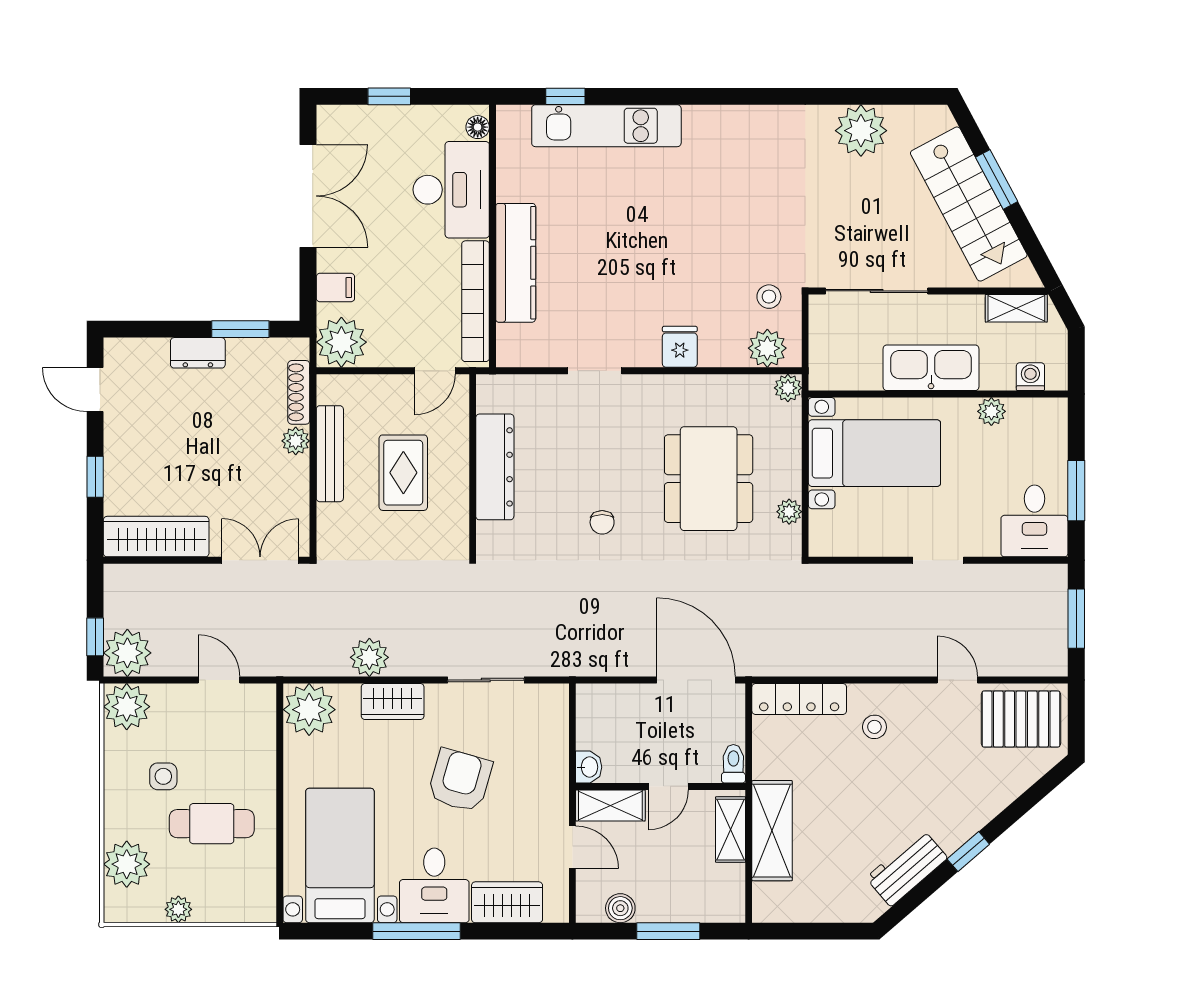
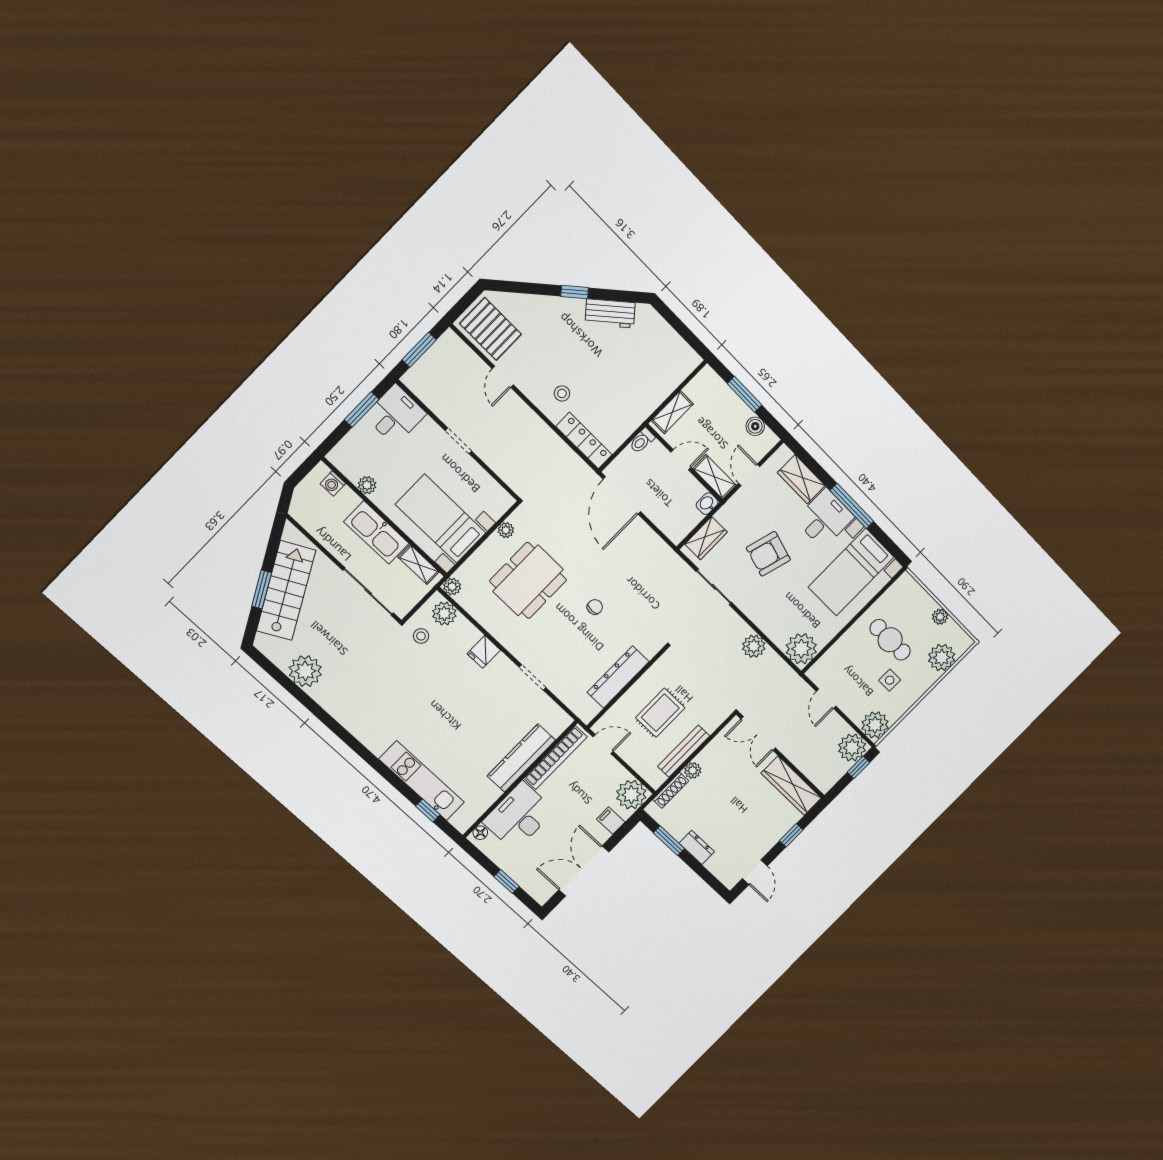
shelving: (1016, 308) -> (419, 565), moved
wardrobe: (393, 701) -> (706, 538), moved, turned 90
shelving: (772, 831) -> (654, 393), removed

